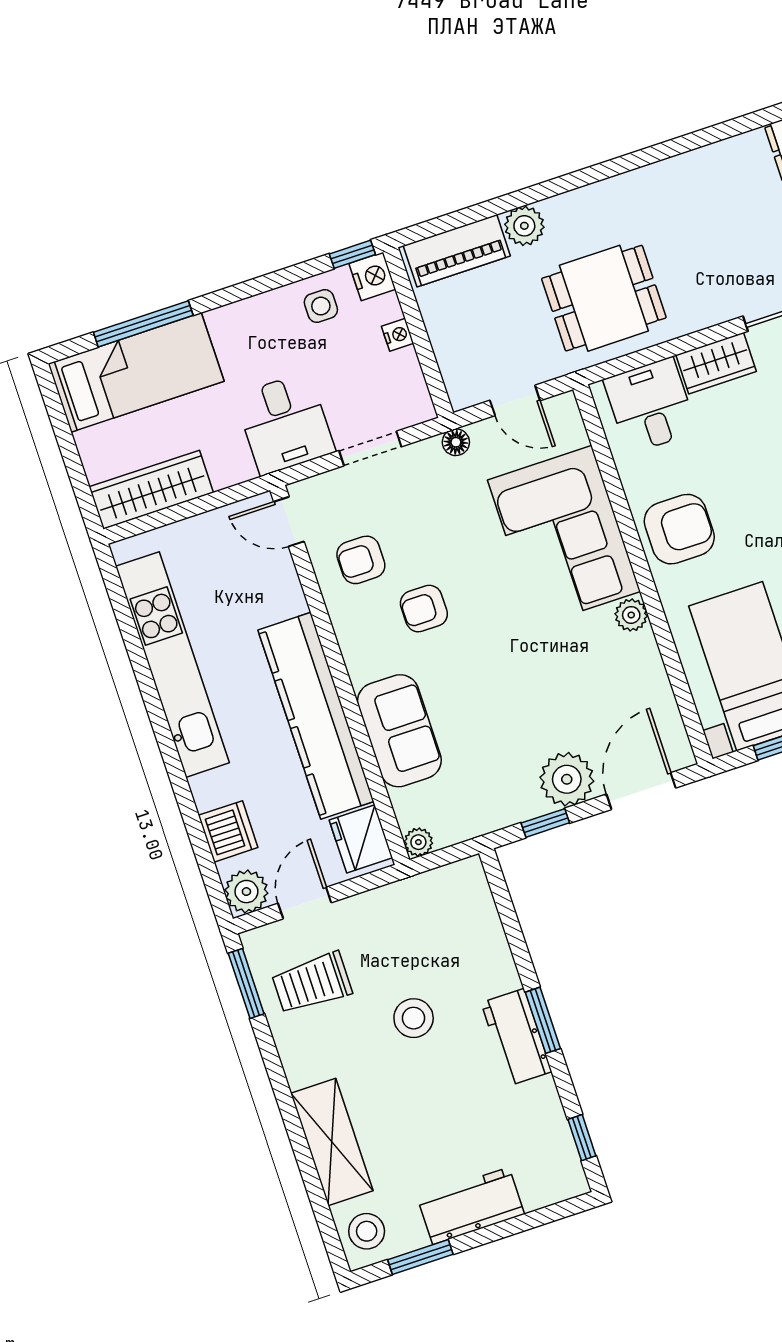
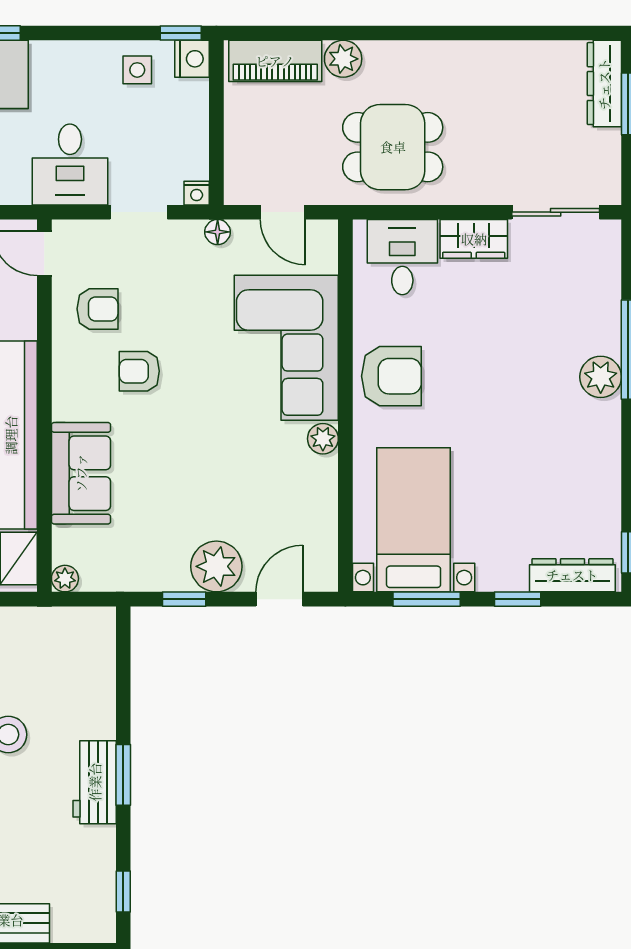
nightstand: (398, 335) -> (197, 193), moved, turned 90
armchair: (361, 560) -> (97, 309), turned 180
door: (641, 791) -> (279, 599), width x0.73

